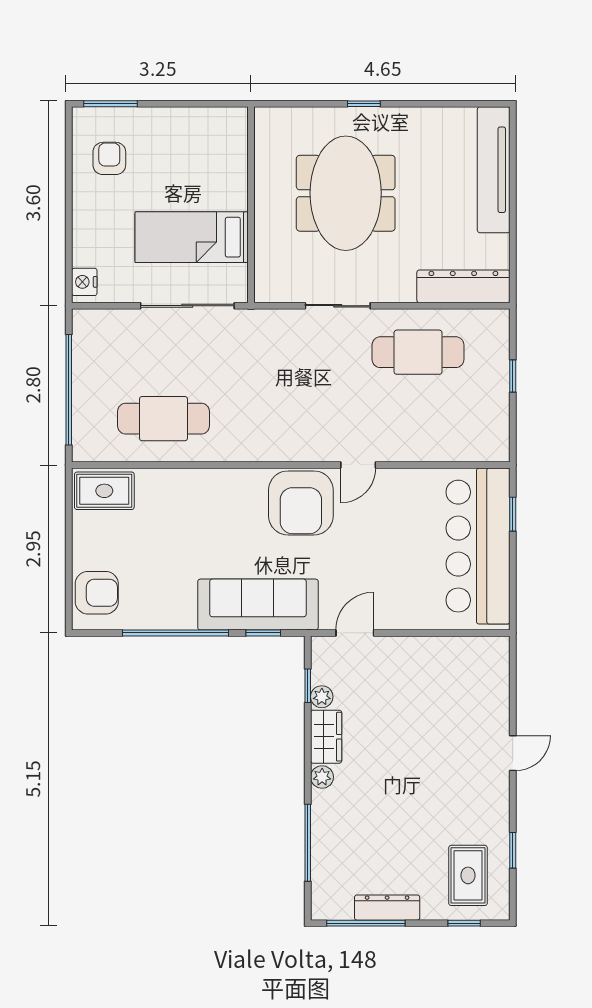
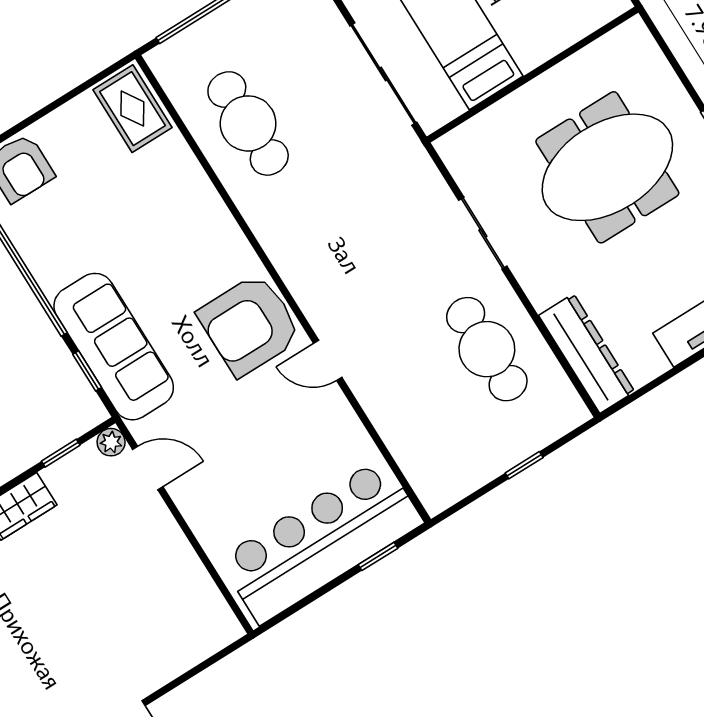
plant: (322, 697) -> (111, 442), moved

